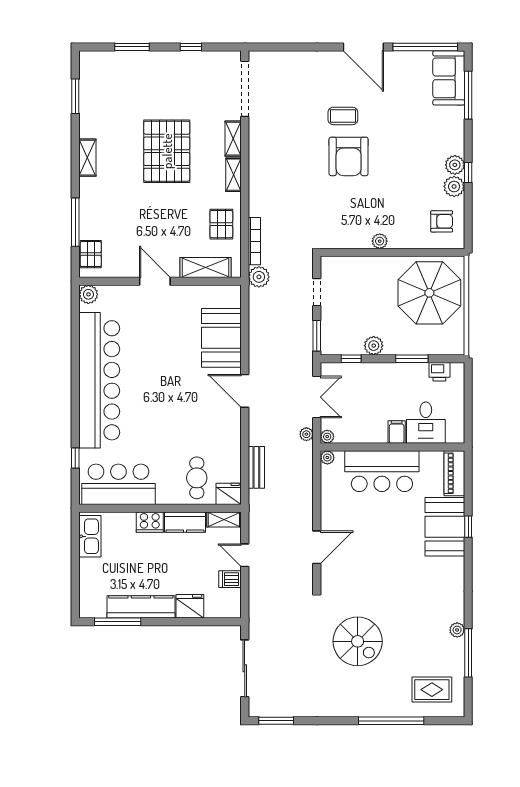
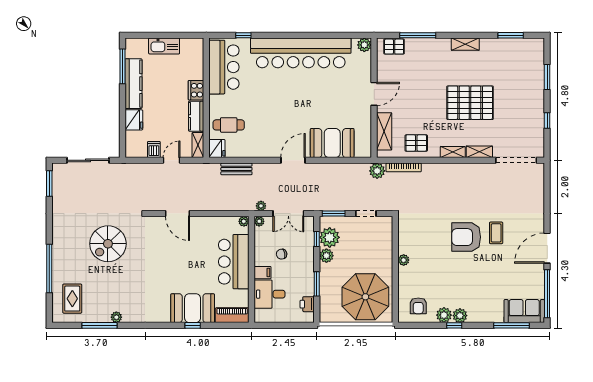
plant: (349, 341) -> (330, 237), added
chair: (372, 406) -> (282, 254), added
kitchen sink: (90, 536) -> (164, 46), moved

